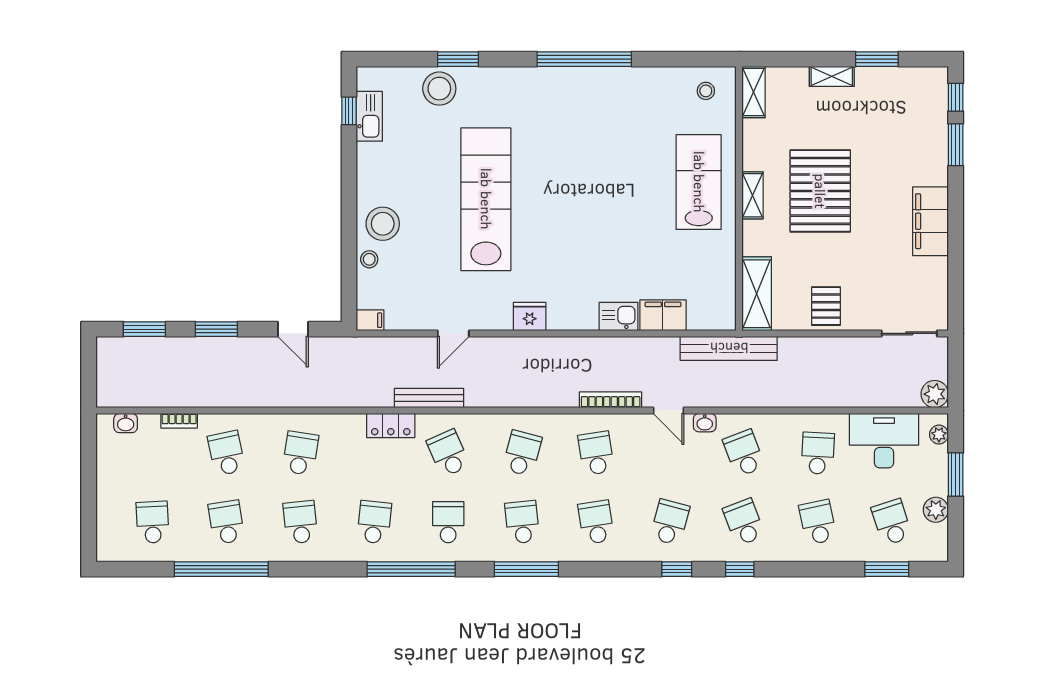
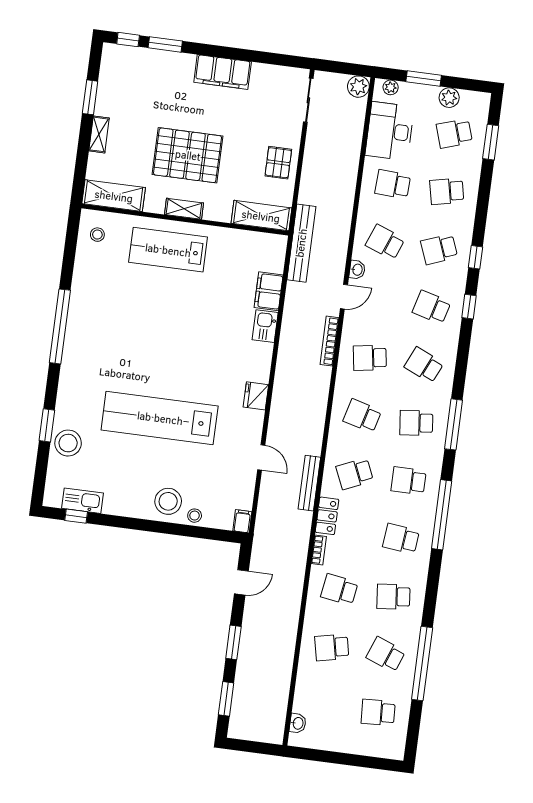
shelving: (754, 92) -> (114, 196), width x1.50, depth x1.33
pallet: (826, 306) -> (278, 163), turned 90
bookcase: (179, 421) -> (319, 550), moved
school desk: (744, 453) -> (385, 242), turned 42
school desk: (226, 522) -> (386, 655), turned 30
school desk: (596, 522) -> (424, 365), turned 33

